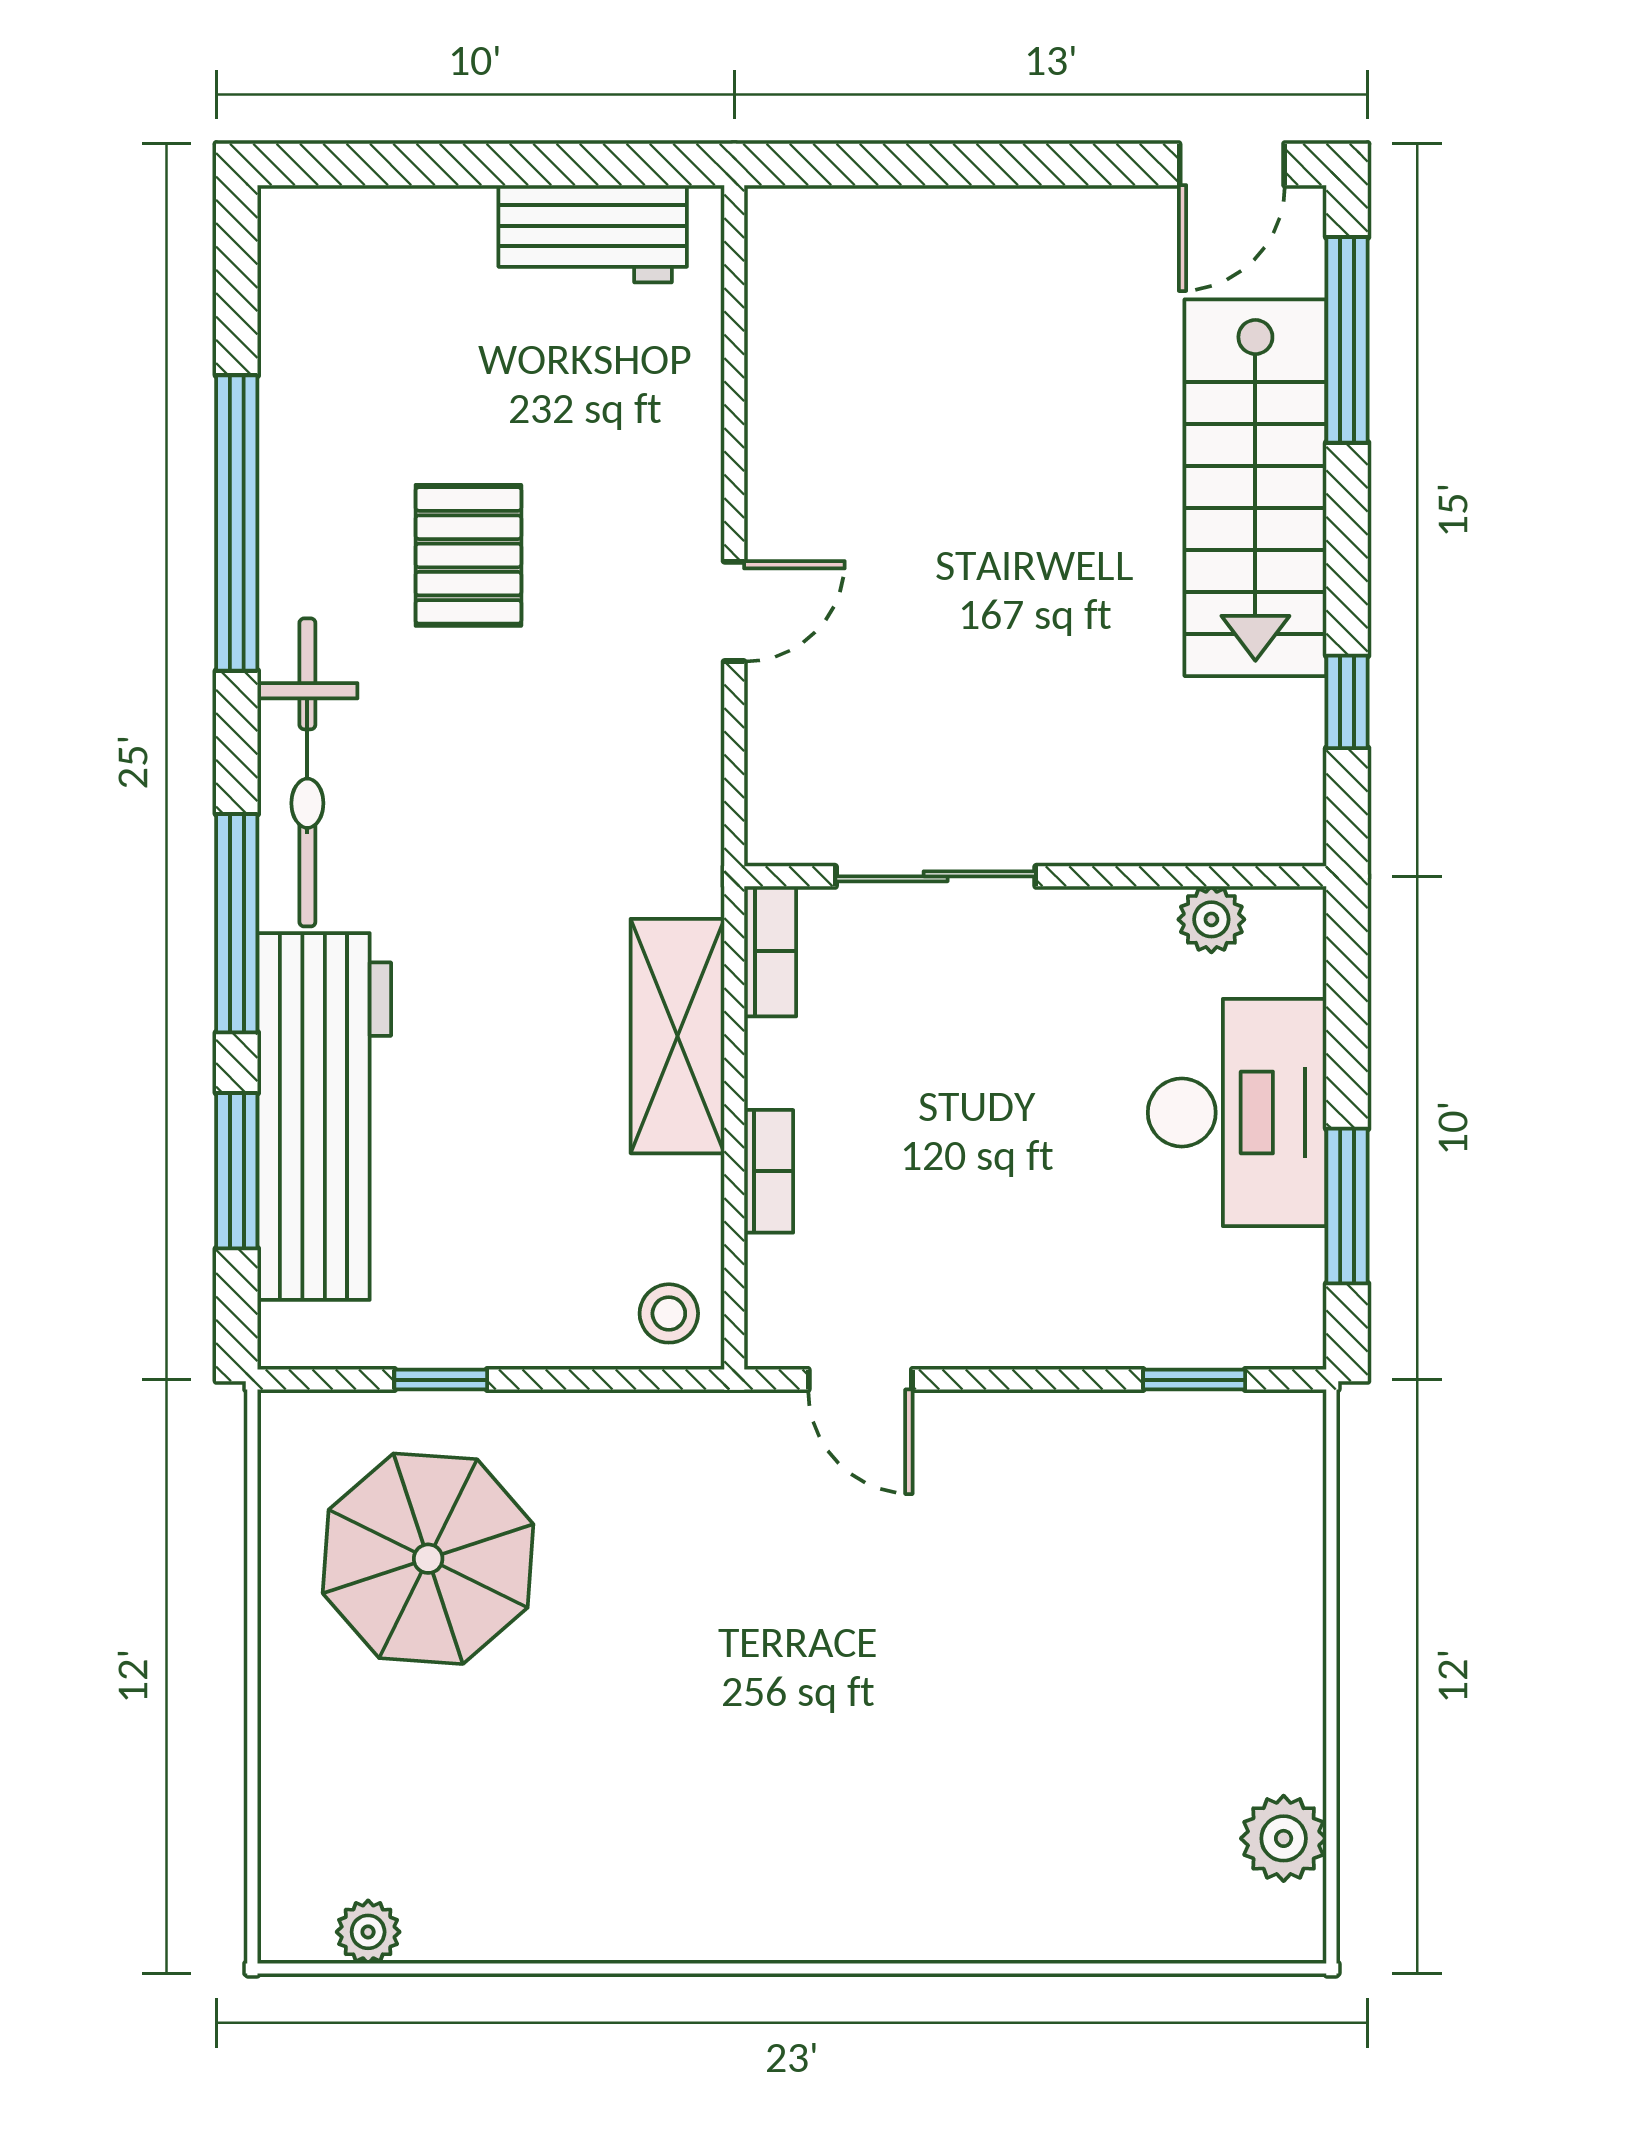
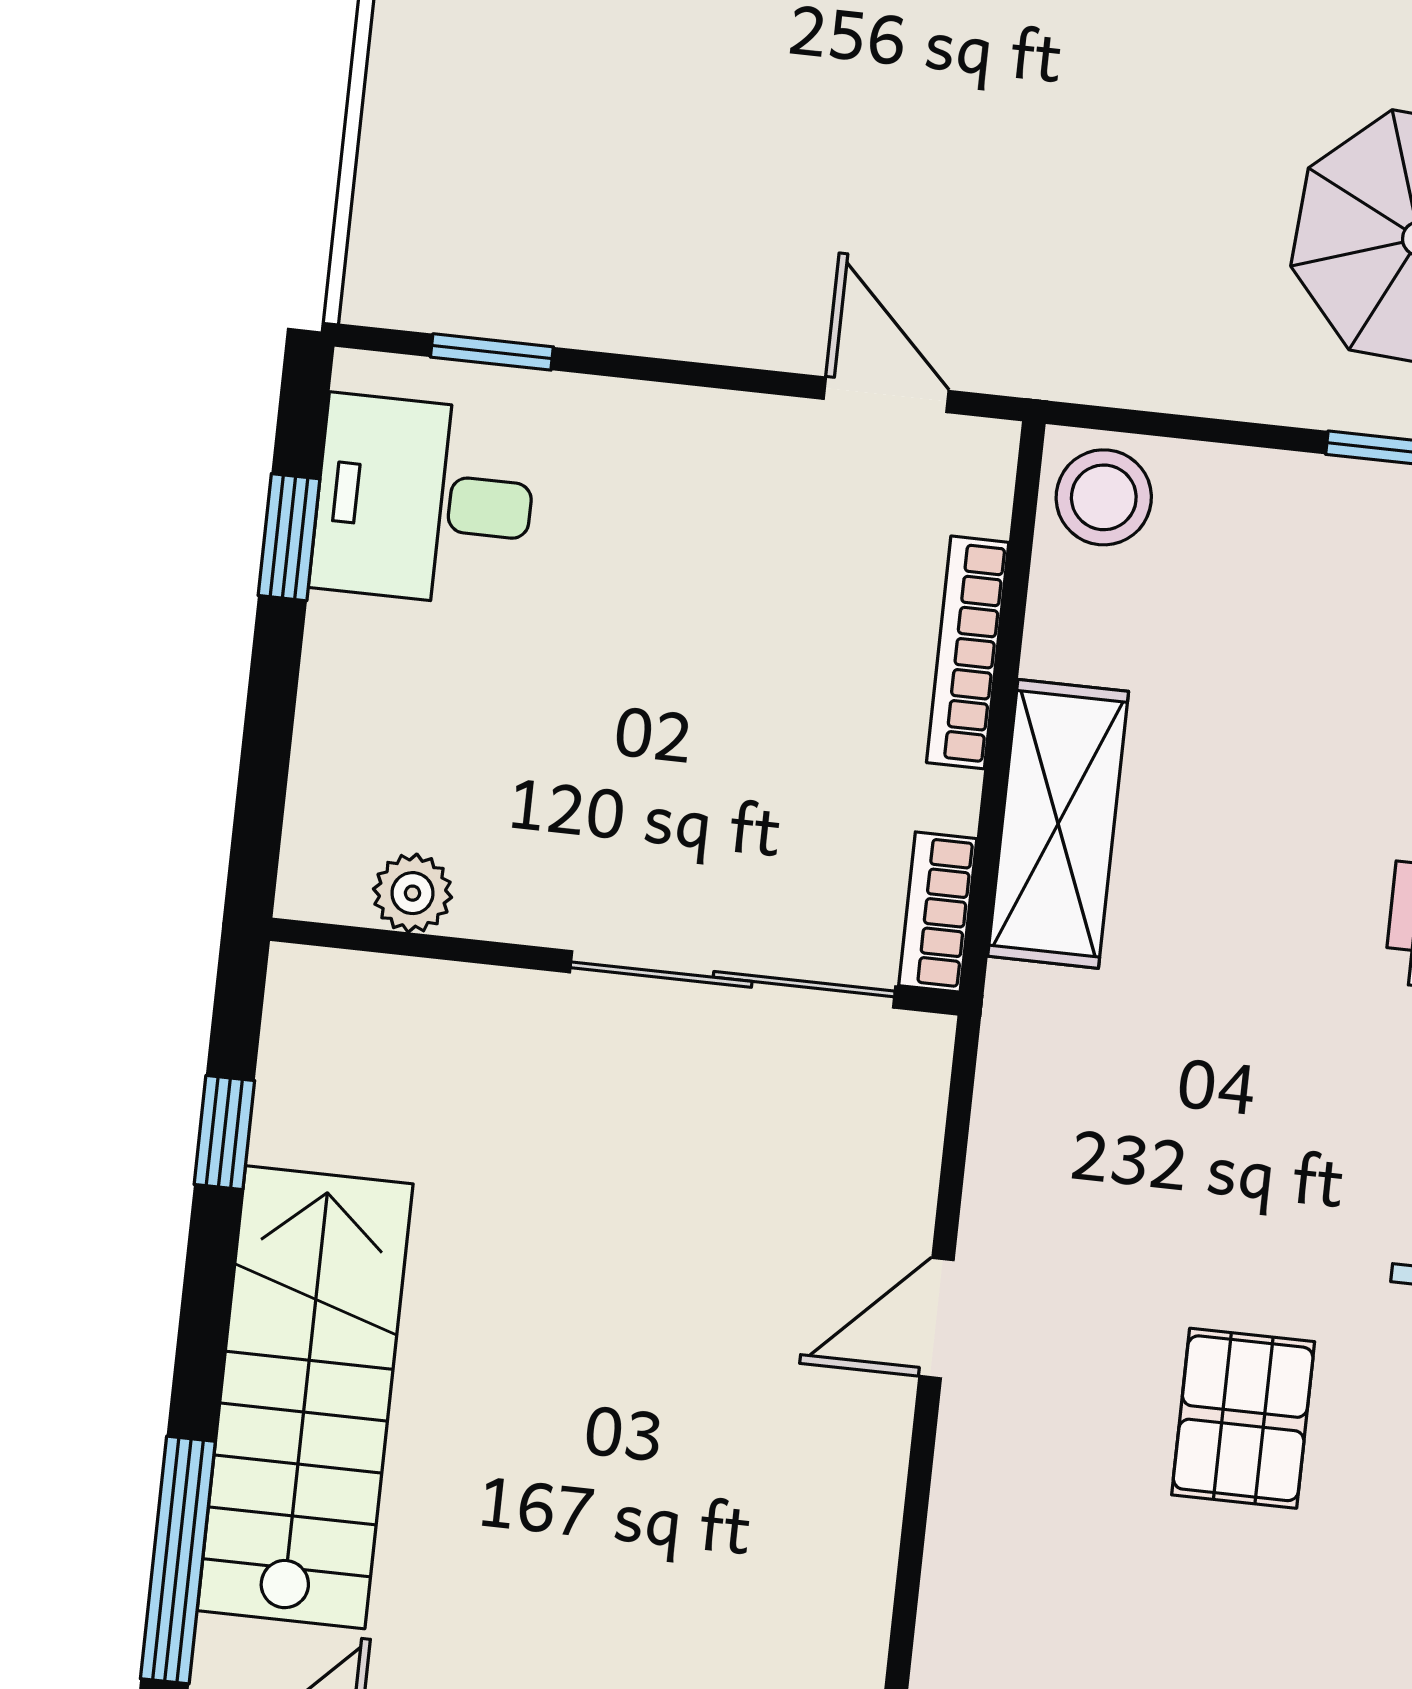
sliding door: (936, 876) -> (733, 979), width x1.37
desk: (1237, 1113) -> (424, 501), moved, width x0.73
bookcase: (769, 1171) -> (968, 652), width x1.56
window: (1347, 1206) -> (289, 537), width x0.67
stool: (669, 1313) -> (1104, 497), width x1.37, depth x1.37

